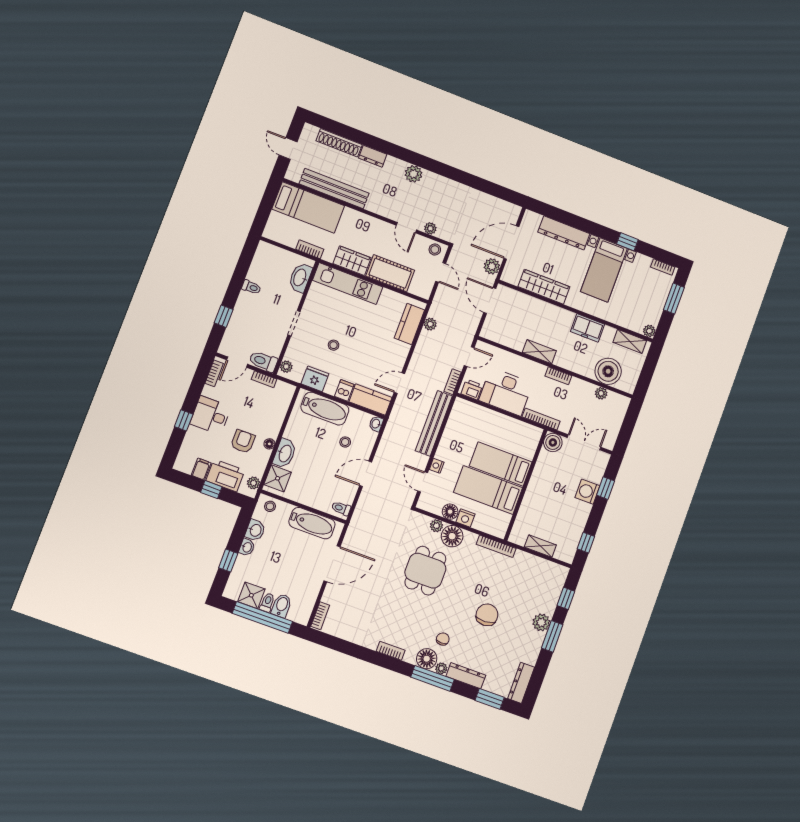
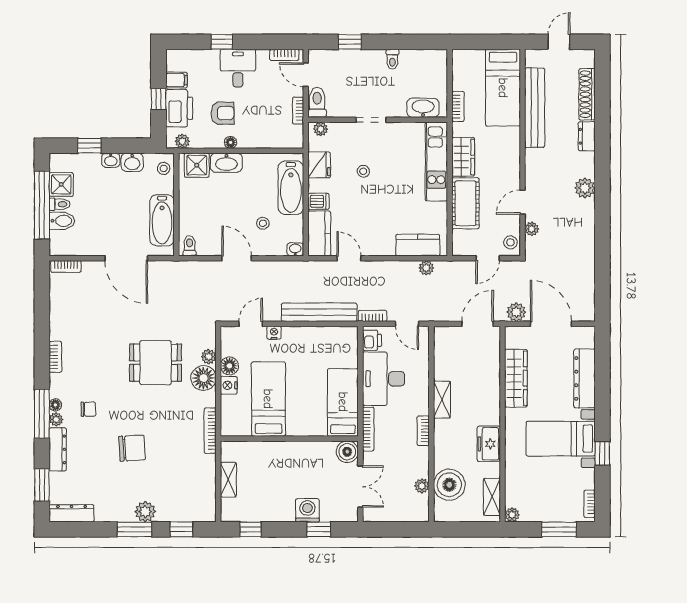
bed: (501, 464) -> (343, 402), moved
floor lamp: (427, 659) -> (55, 405), width x0.53, depth x0.53

